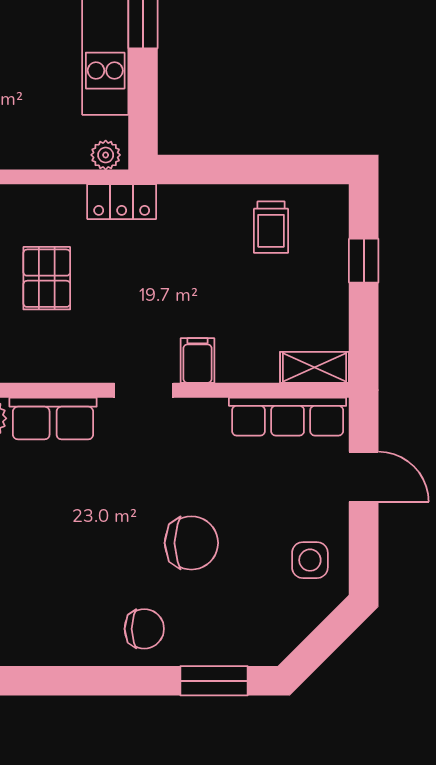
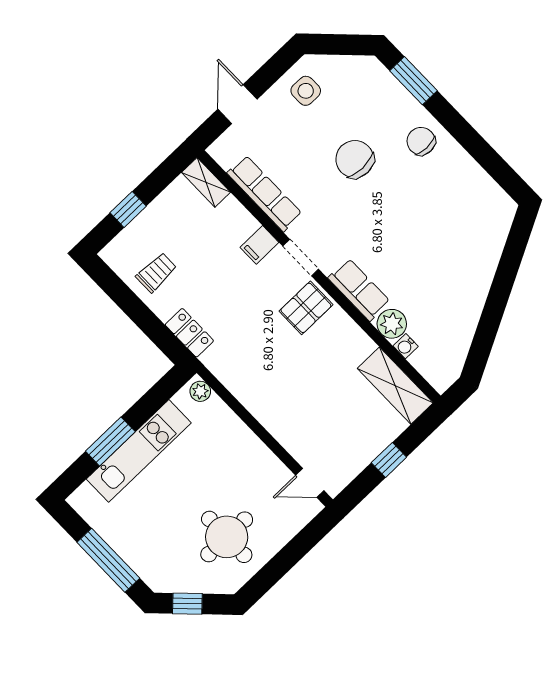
locker: (122, 202) -> (189, 333), moved
pallet: (47, 278) -> (306, 308), moved
row of seats: (288, 417) -> (265, 193), moved

